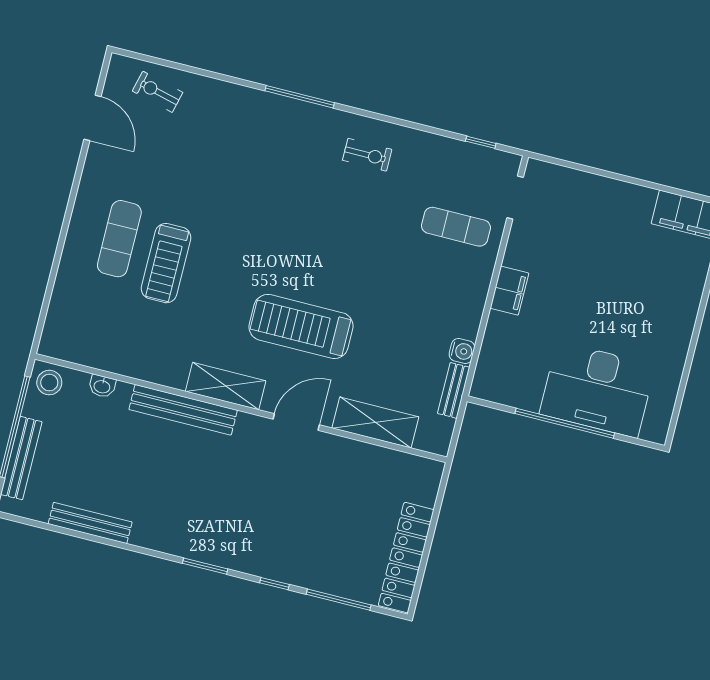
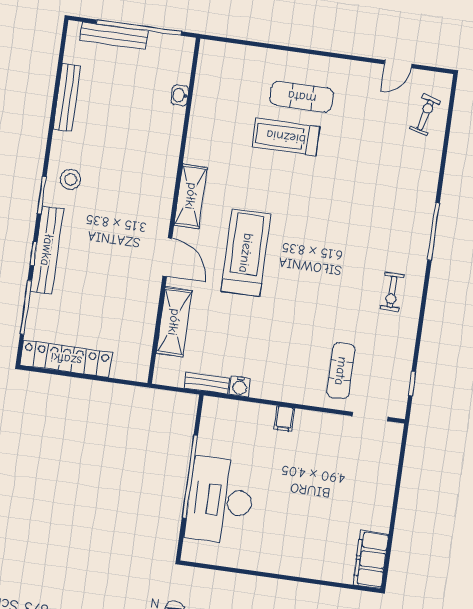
door: (92, 118) -> (398, 64), width x0.73
filing cabinet: (509, 291) -> (284, 419), width x0.50
stool: (49, 383) -> (70, 179), moved
bench: (183, 410) -> (47, 250), moved

